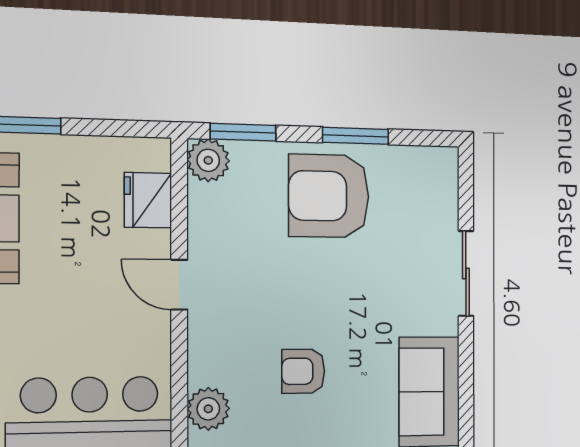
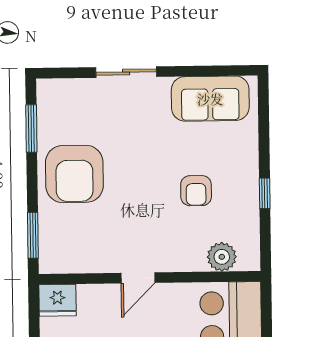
window: (355, 136) -> (31, 129), moved
plant: (208, 160) -> (53, 259), removed
fridge: (148, 200) -> (57, 300), moved

